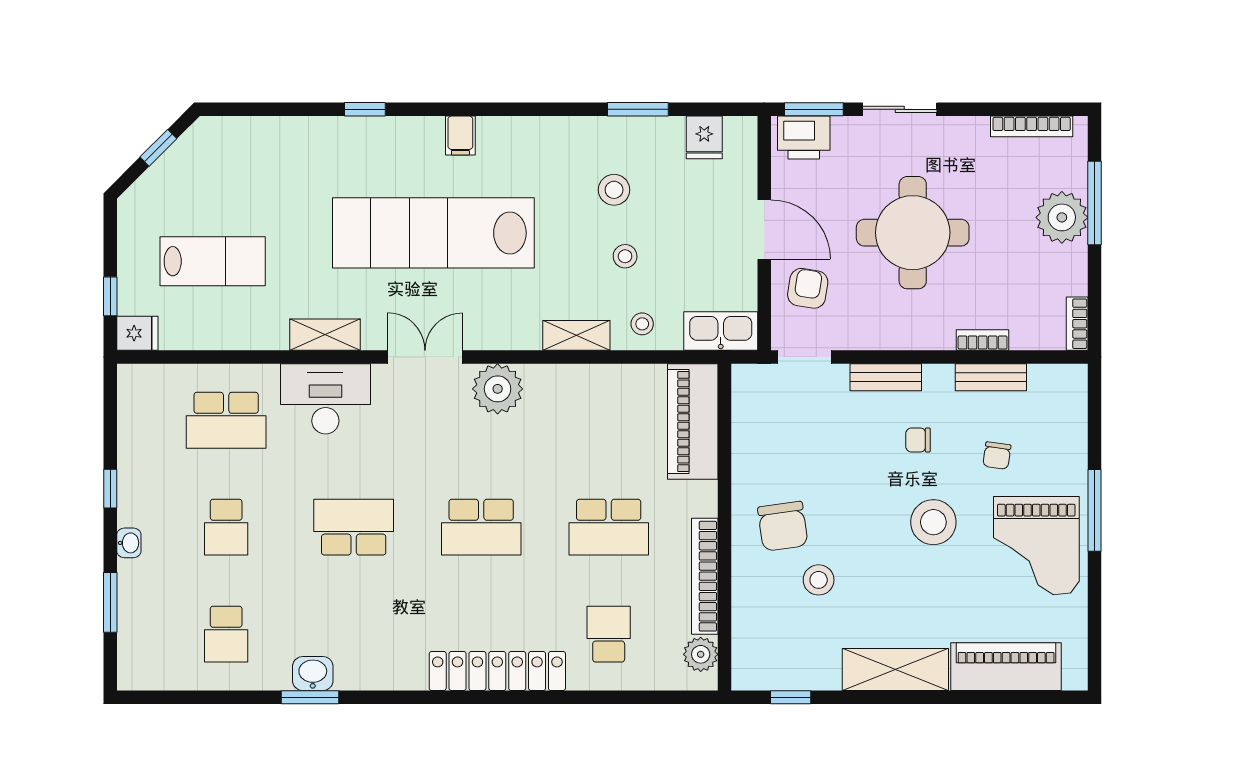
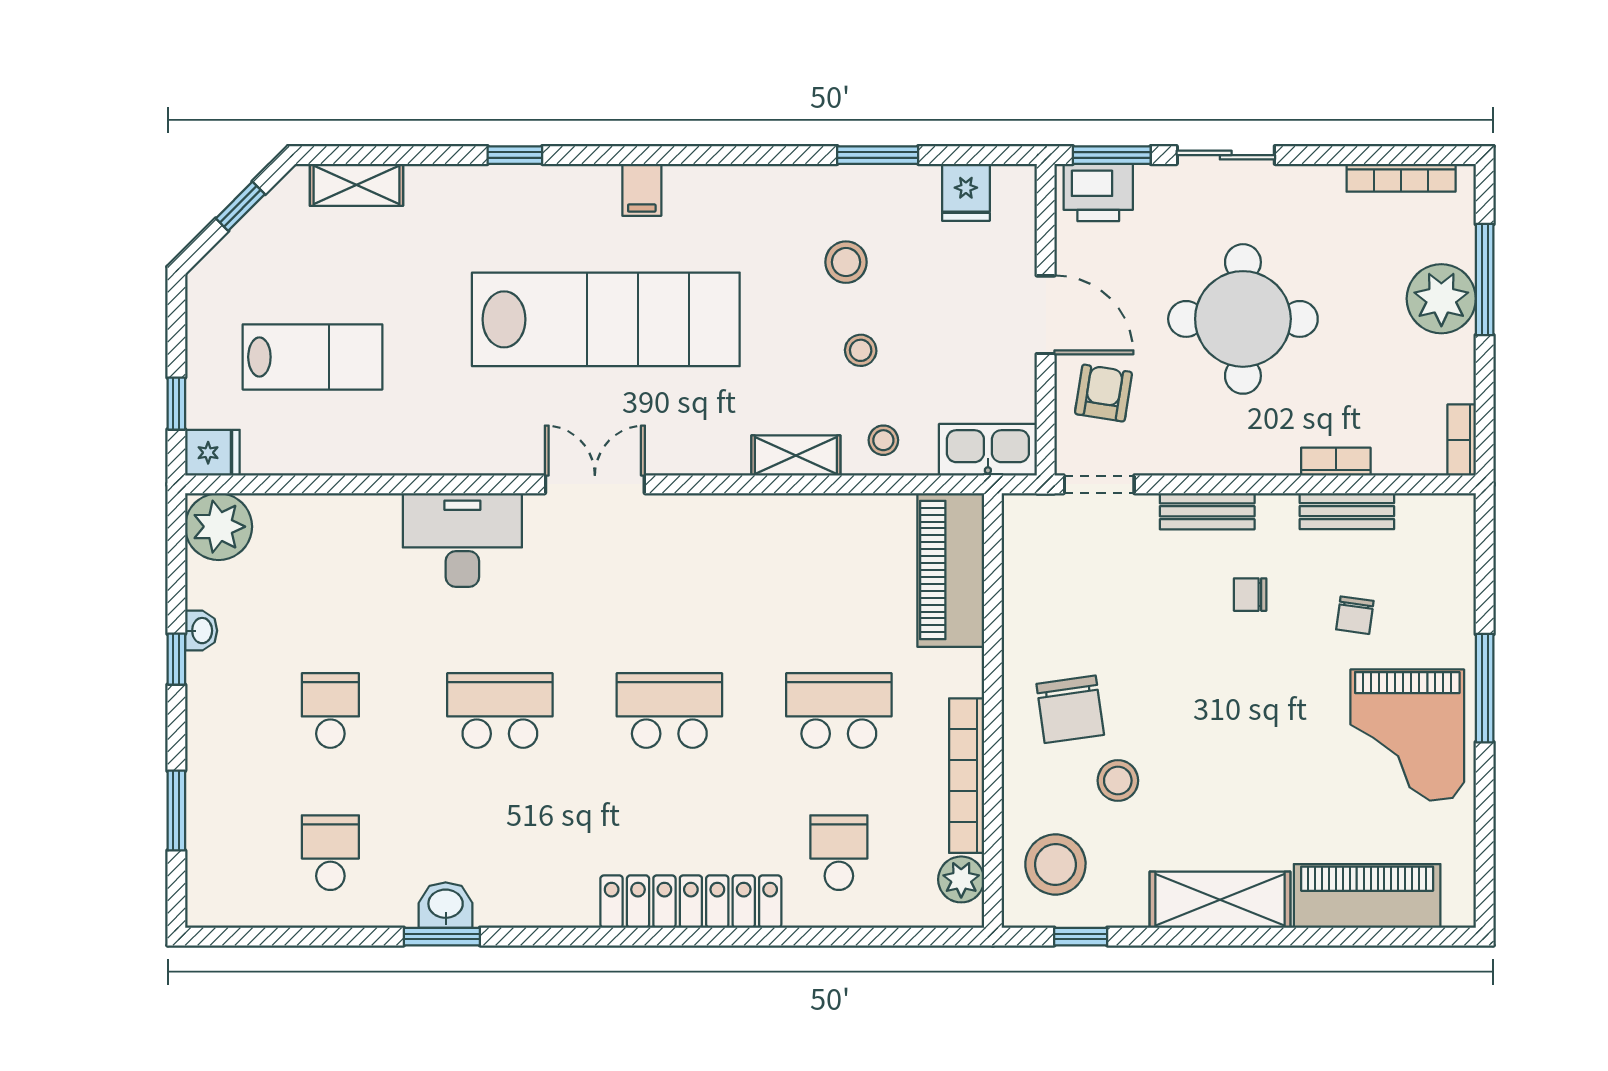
lab bench: (433, 233) -> (606, 319), turned 180
shelving: (325, 335) -> (356, 185), moved
plant: (498, 389) -> (219, 527), moved
school desk: (226, 420) -> (330, 568), removed
stool: (933, 522) -> (1055, 865), moved
school desk: (226, 527) -> (330, 710), turned 180
school desk: (481, 527) -> (669, 710), turned 180
school desk: (609, 527) -> (839, 710), turned 180
washbasin: (129, 543) -> (201, 631), moved
school desk: (226, 634) -> (330, 853), turned 180

